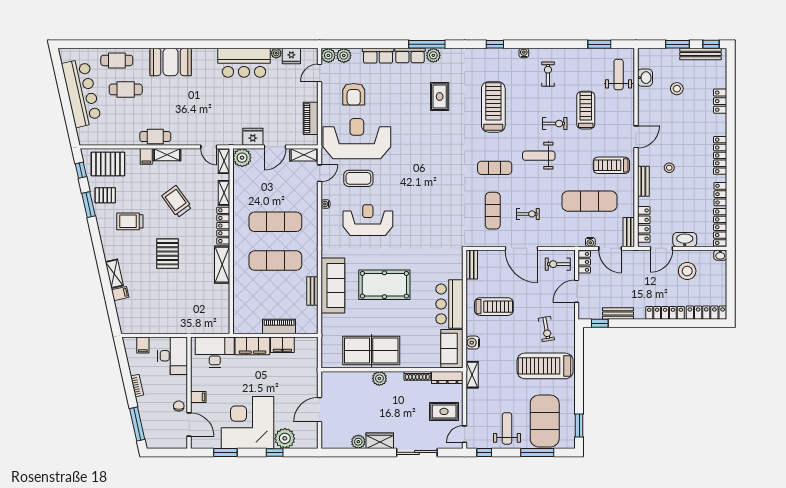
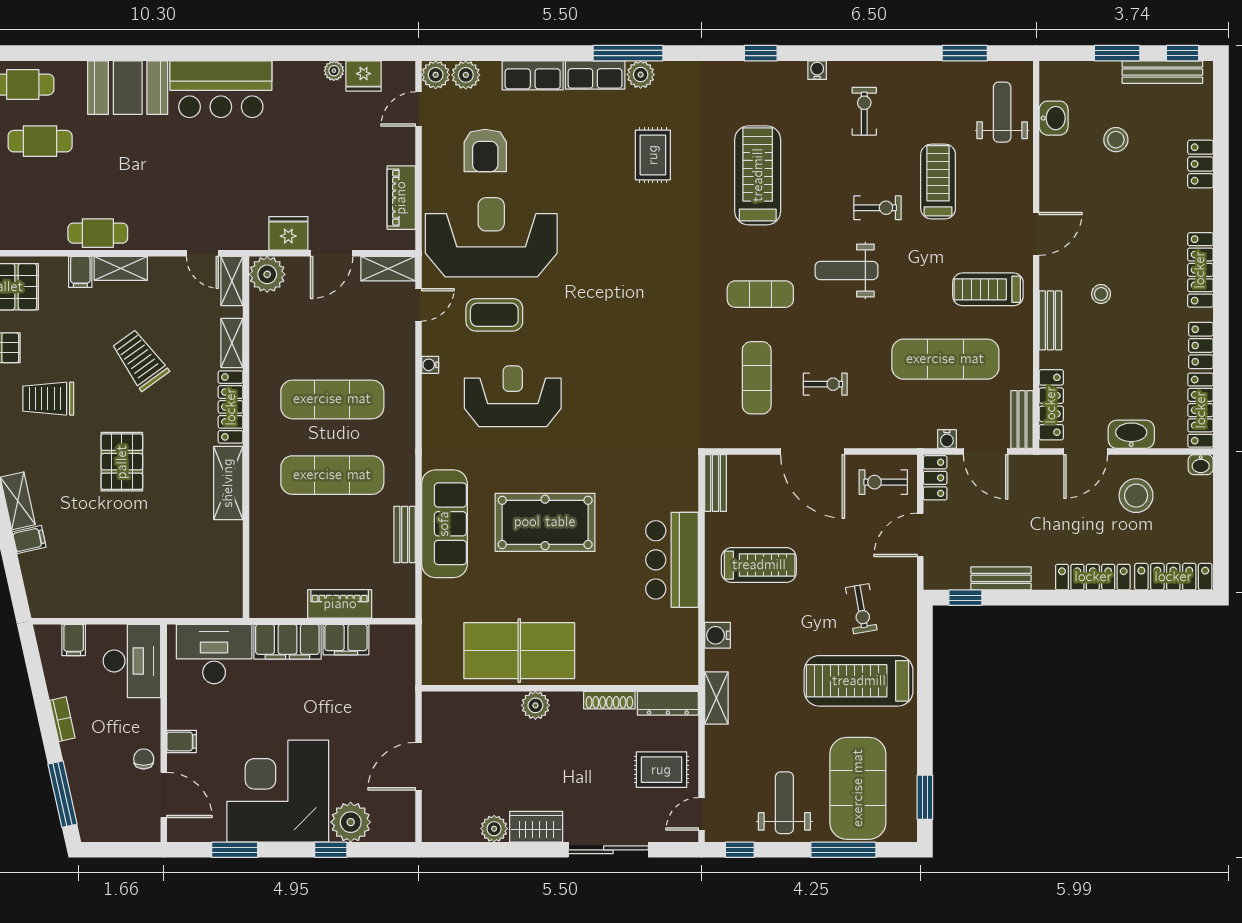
bar counter: (244, 63) -> (221, 89), moved
sofa: (452, 348) -> (677, 647), removed

